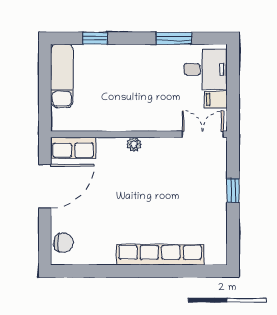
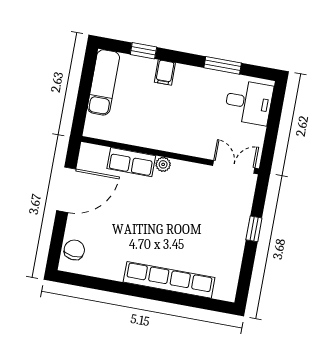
filing cabinet: (216, 99) -> (165, 73), moved, turned -90
row of seats: (73, 148) -> (131, 162), moved
chair: (63, 243) -> (74, 250), turned -83

